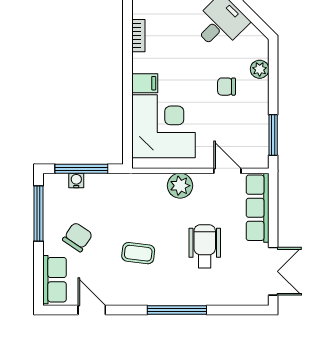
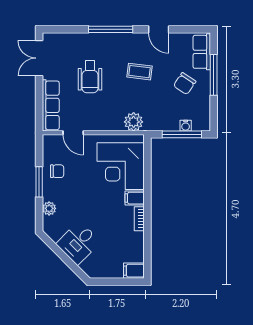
bookcase: (138, 36) -> (139, 219), moved
chair: (226, 87) -> (57, 171), moved
window: (273, 135) -> (39, 182), moved
plant: (180, 186) -> (134, 122), moved
window: (39, 214) -> (214, 75), moved
door: (92, 310) -> (159, 29), moved

